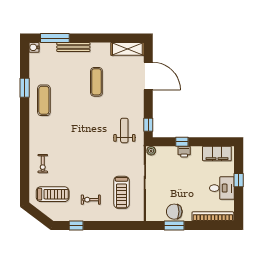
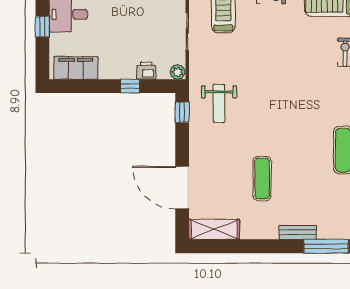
bench: (73, 47) -> (298, 232), width x0.73
printer: (184, 152) -> (146, 71), moved

